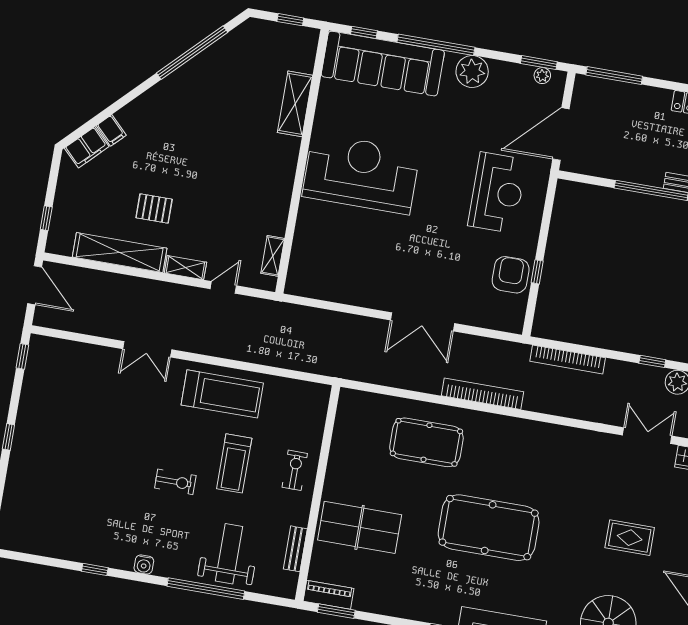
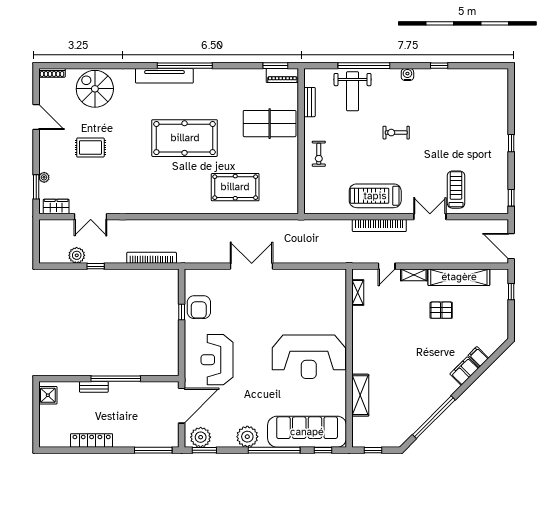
plant: (542, 76) -> (201, 437), width x1.88, depth x1.88
filing cabinet: (87, 147) -> (464, 371), moved
bookcase: (483, 394) -> (379, 226), moved
treadmill: (234, 463) -> (456, 190), moved

